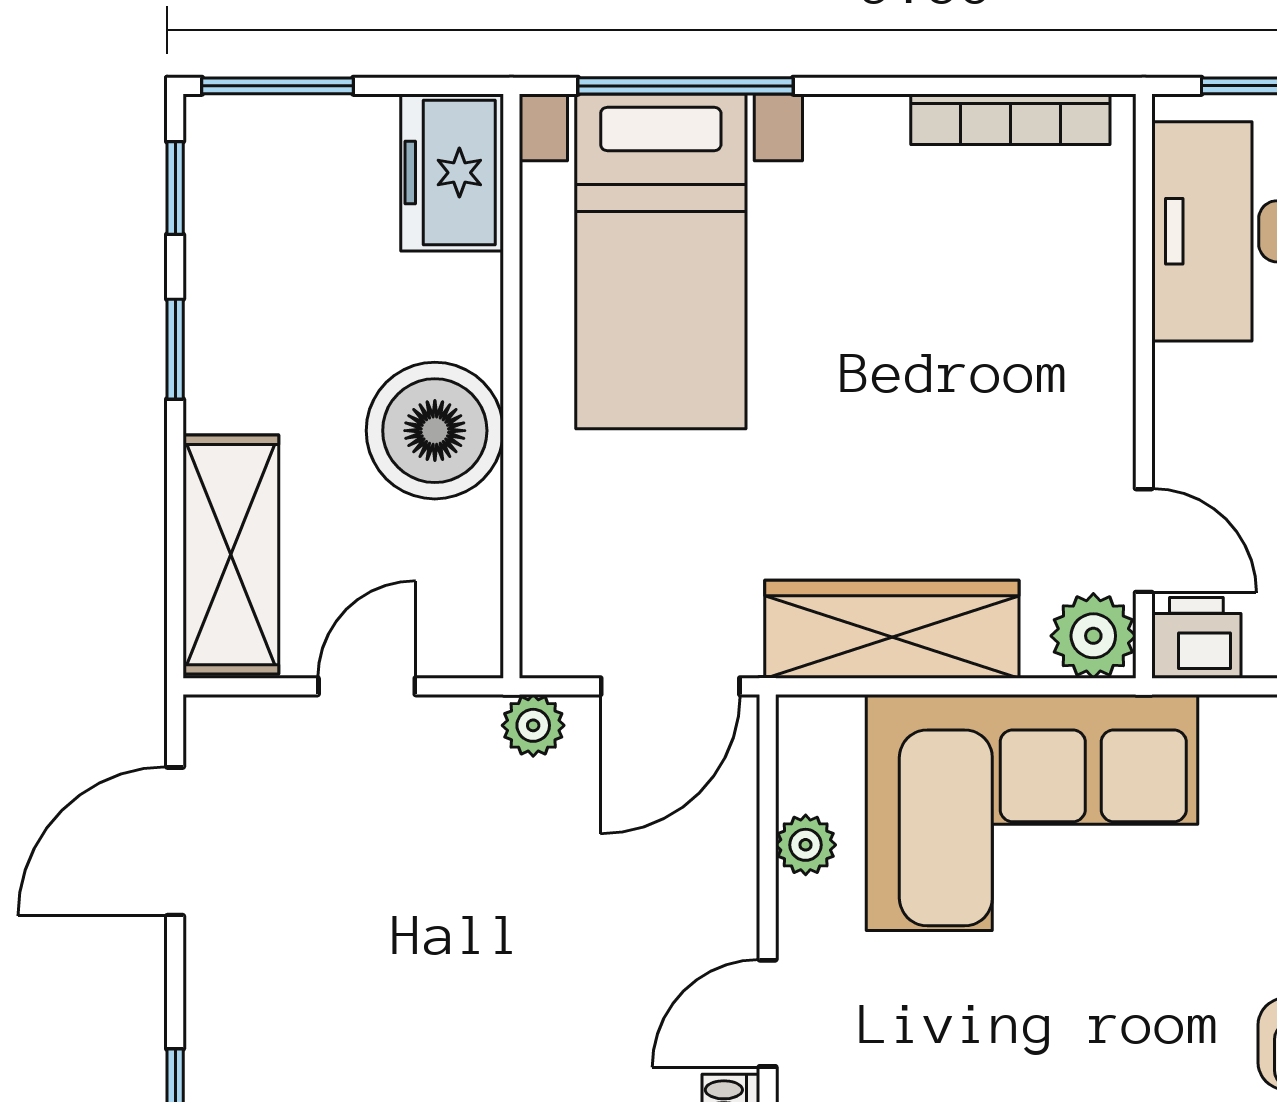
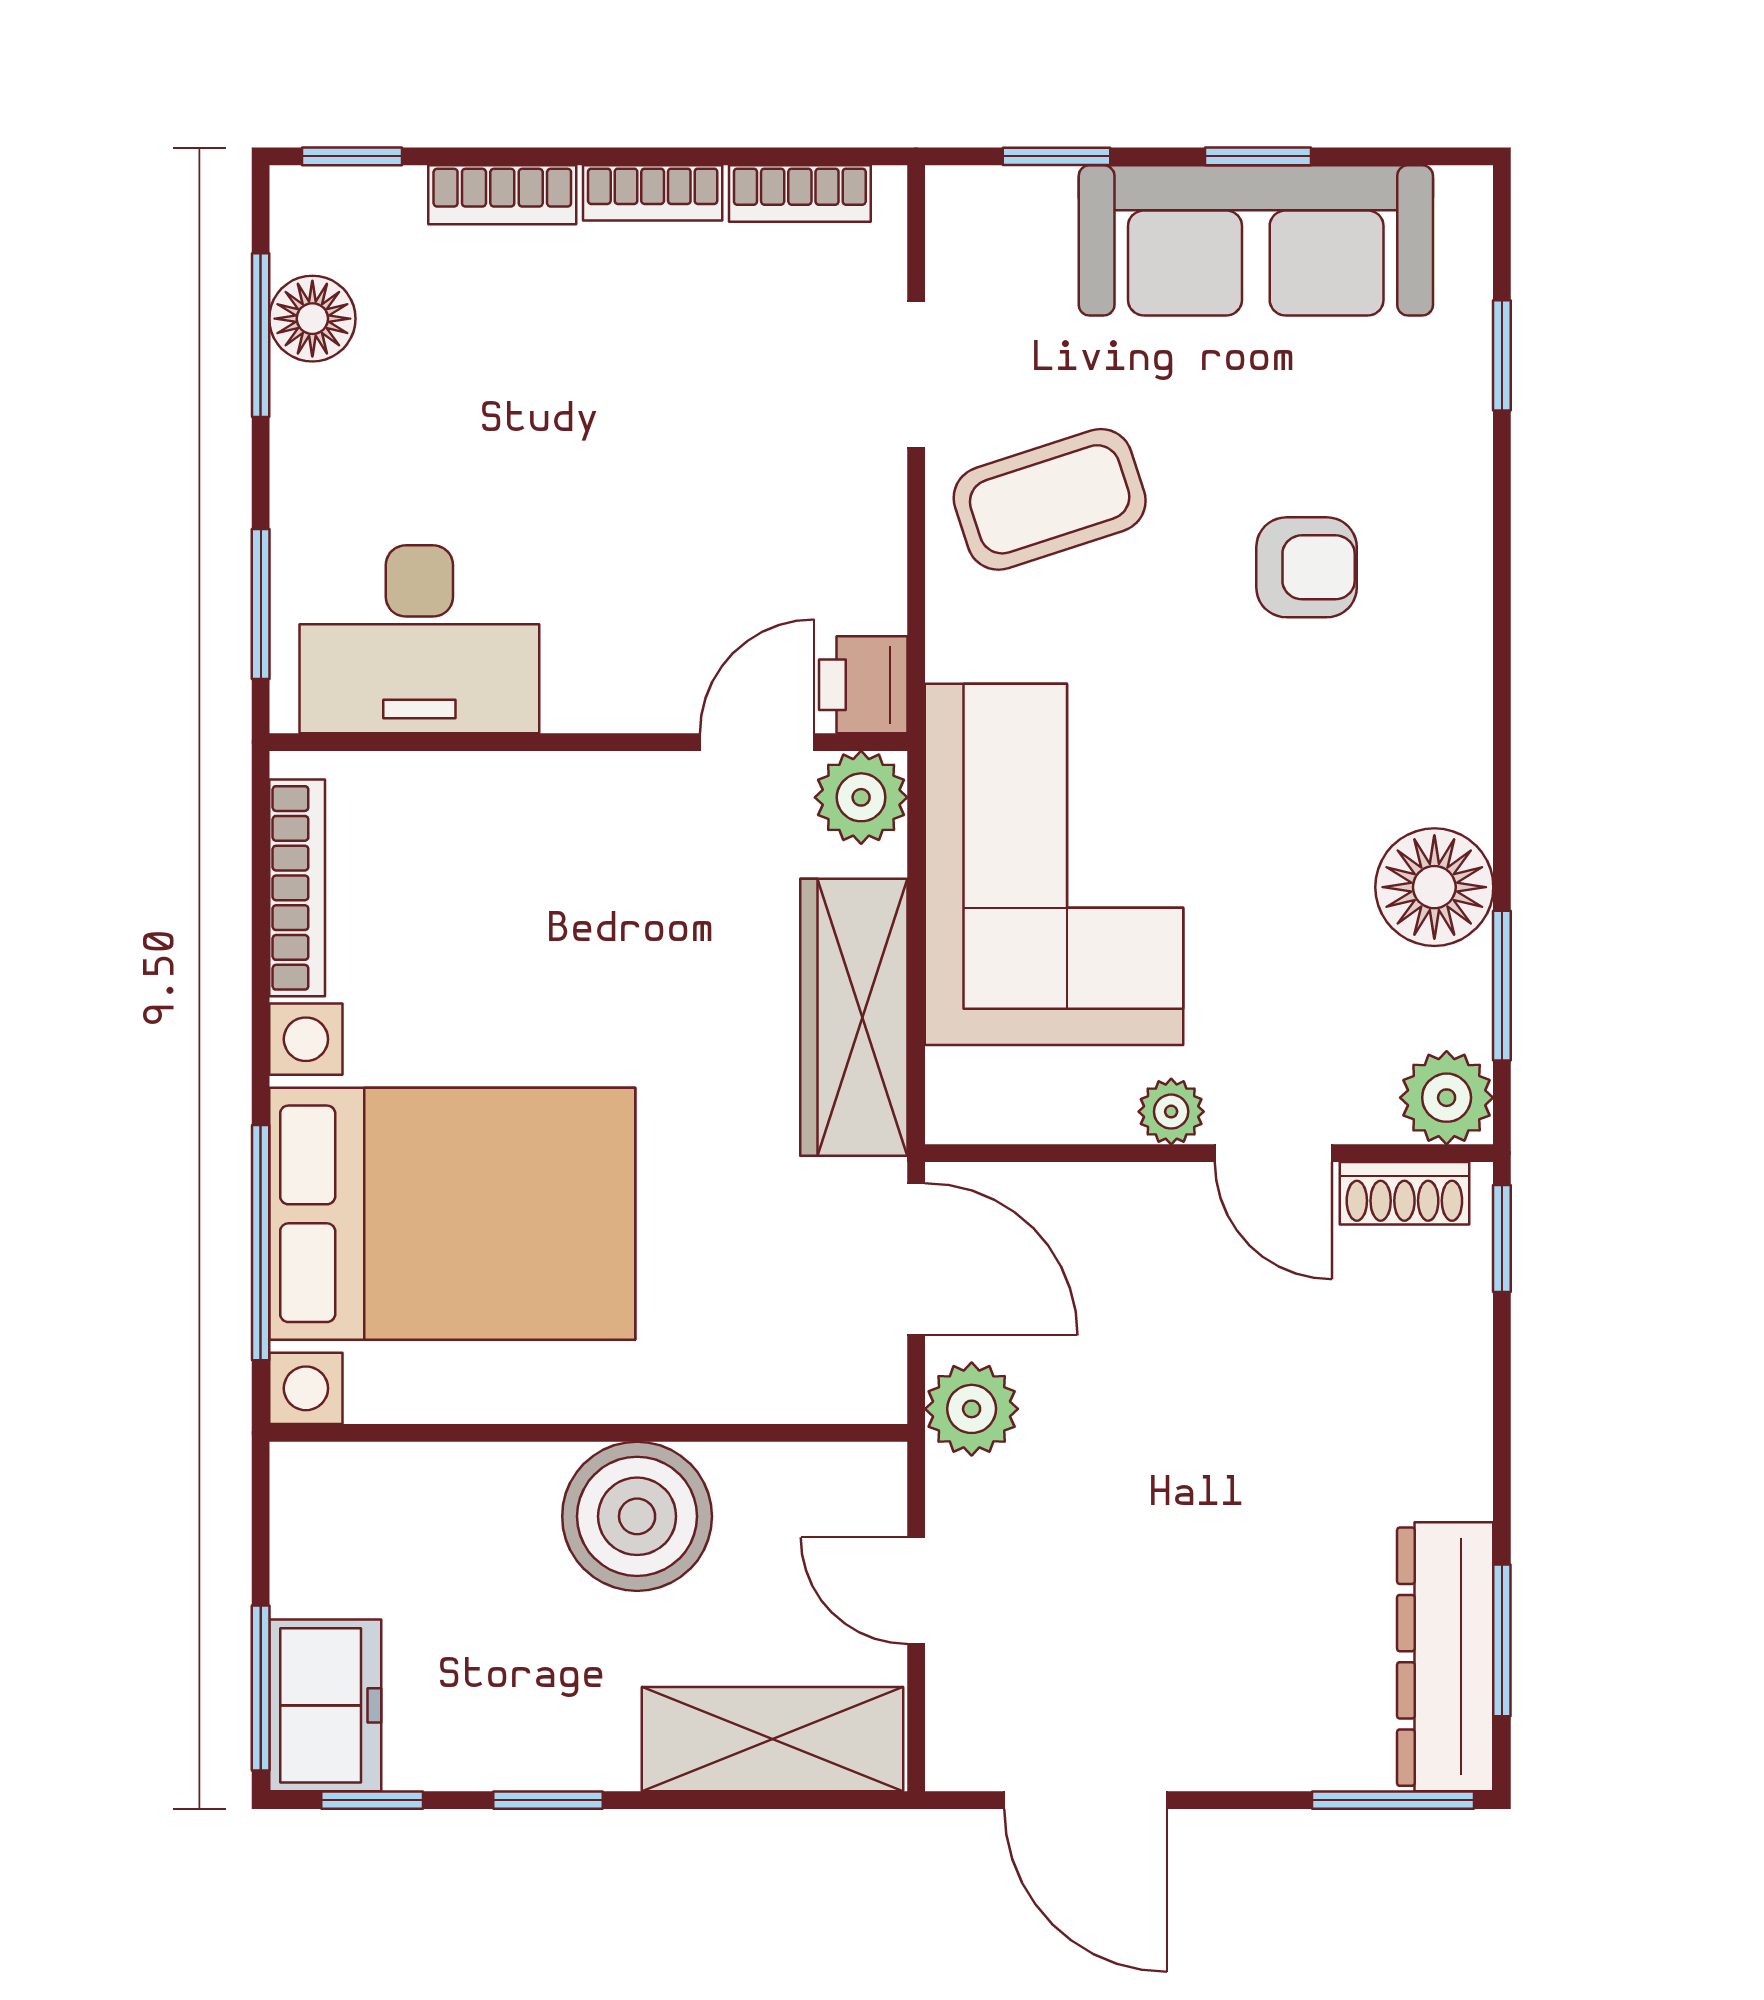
freezer: (452, 173) -> (325, 1705), moved, turned -90
bed with nightstands: (661, 261) -> (452, 1214), width x1.36
plant: (533, 725) -> (972, 1409), width x1.38, depth x1.38
plant: (806, 845) -> (1171, 1112), moved

